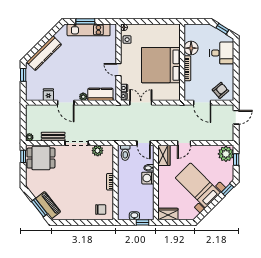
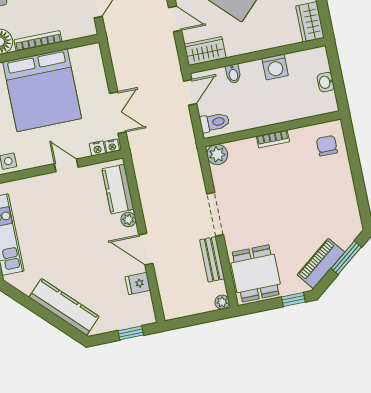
door: (119, 70) -> (66, 165), swing flipped
window: (23, 75) -> (131, 333), moved
door: (66, 103) -> (146, 249), swing flipped
double door: (141, 103) -> (118, 113), swing flipped
plant: (98, 151) -> (217, 154), moved
window: (23, 156) -> (293, 300), moved
washing machine: (148, 178) -> (275, 67), moved
piano: (48, 205) -> (321, 264), moved
window: (142, 222) -> (335, 65), removed

